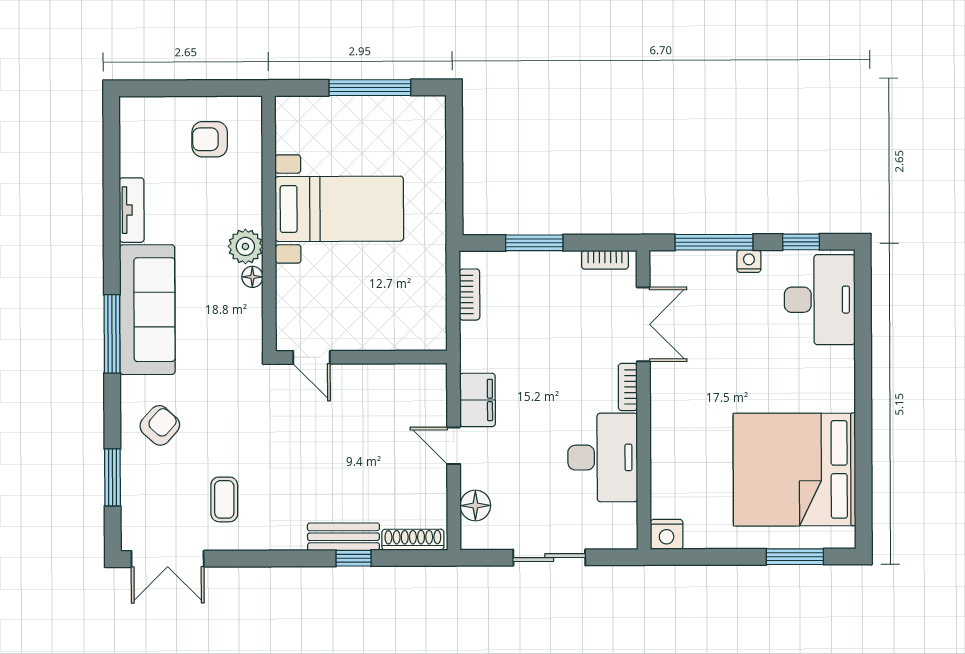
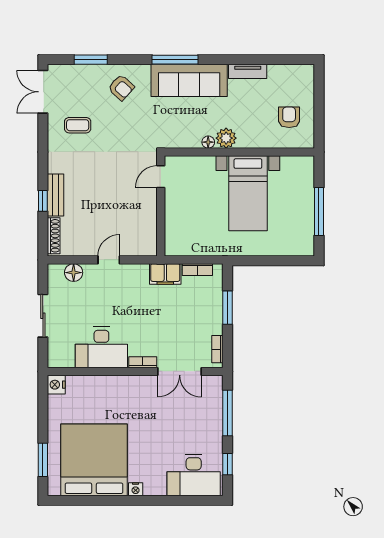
nightstand: (749, 261) -> (136, 489), moved, turned 90
filing cabinet: (477, 400) -> (165, 274), moved

